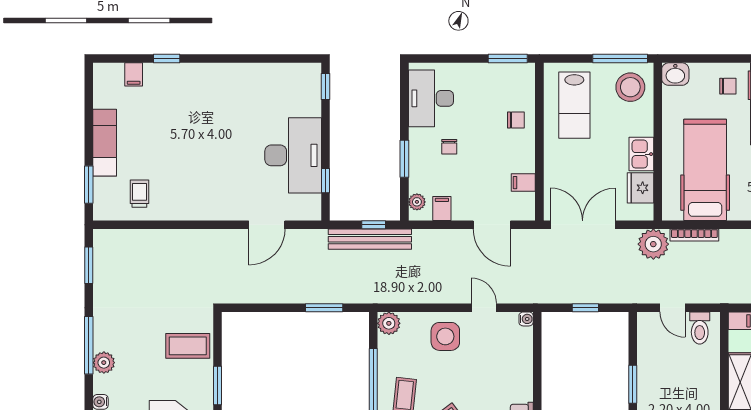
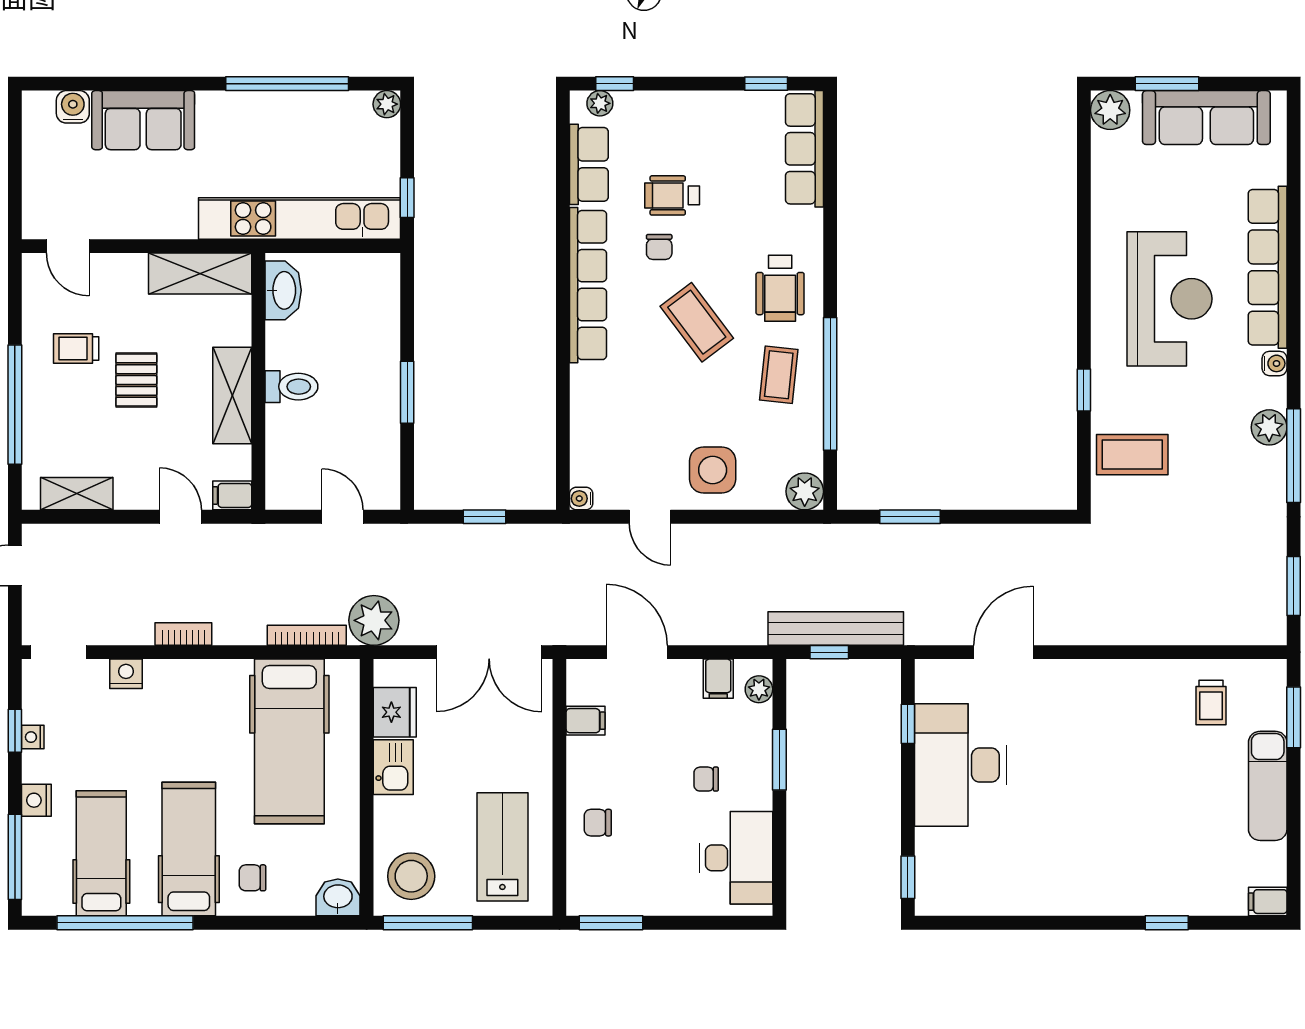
filing cabinet: (134, 74) -> (1268, 902), moved, turned -90
chair: (449, 147) -> (706, 779), turned -90
toilet: (700, 328) -> (291, 387), moved, turned 90
window: (217, 385) -> (1084, 390), width x0.67

